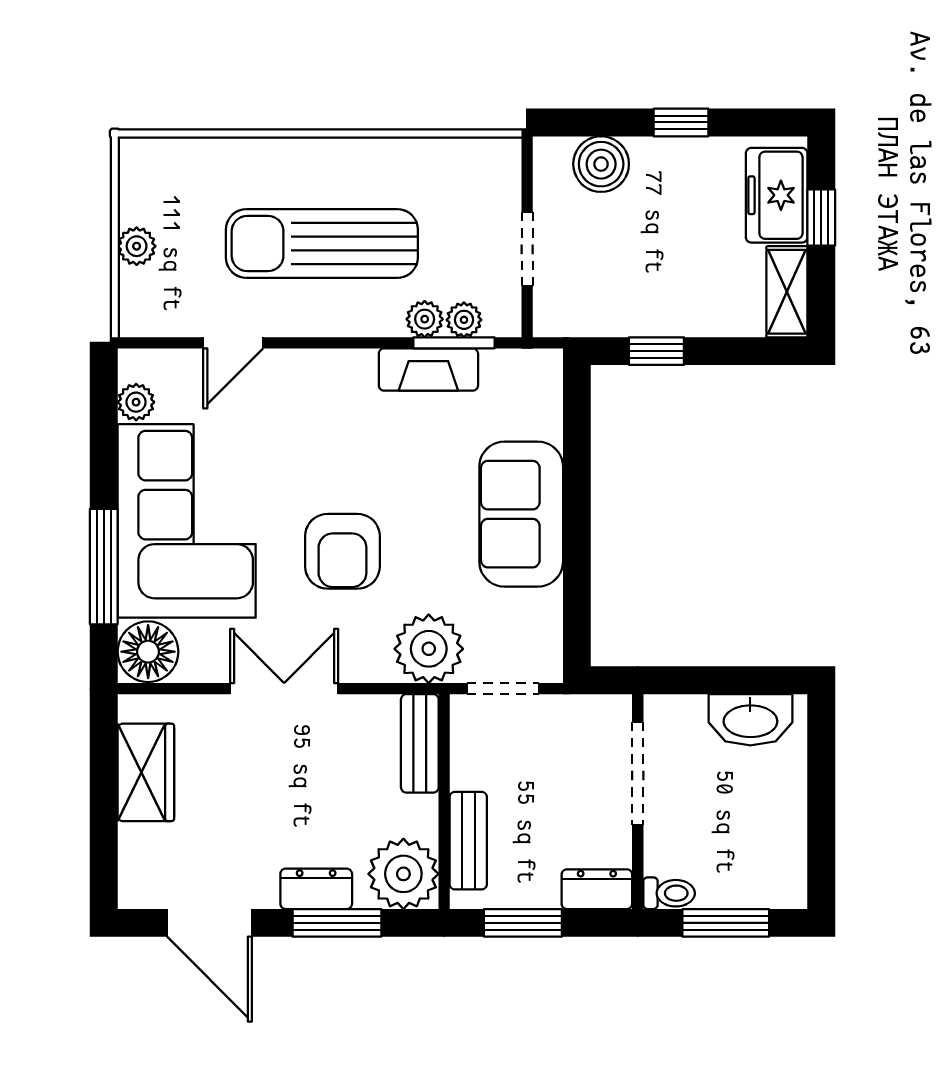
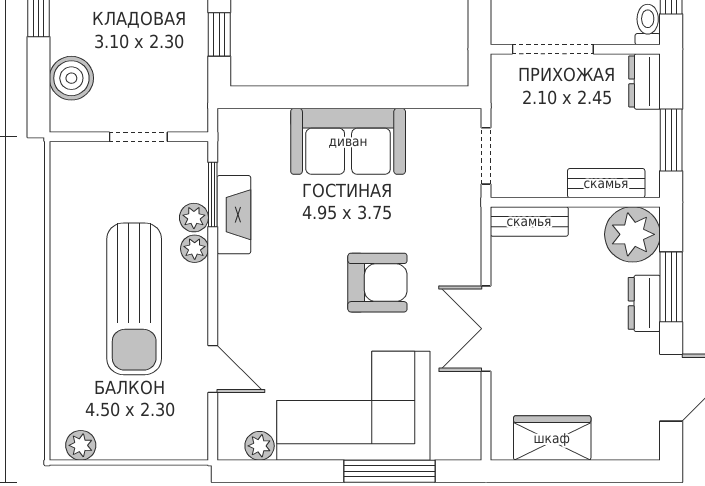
plant: (137, 246) -> (81, 445), moved
plant: (464, 320) -> (195, 249), moved
plant: (429, 649) -> (455, 214), removed
floor lamp: (148, 652) -> (457, 436), removed

